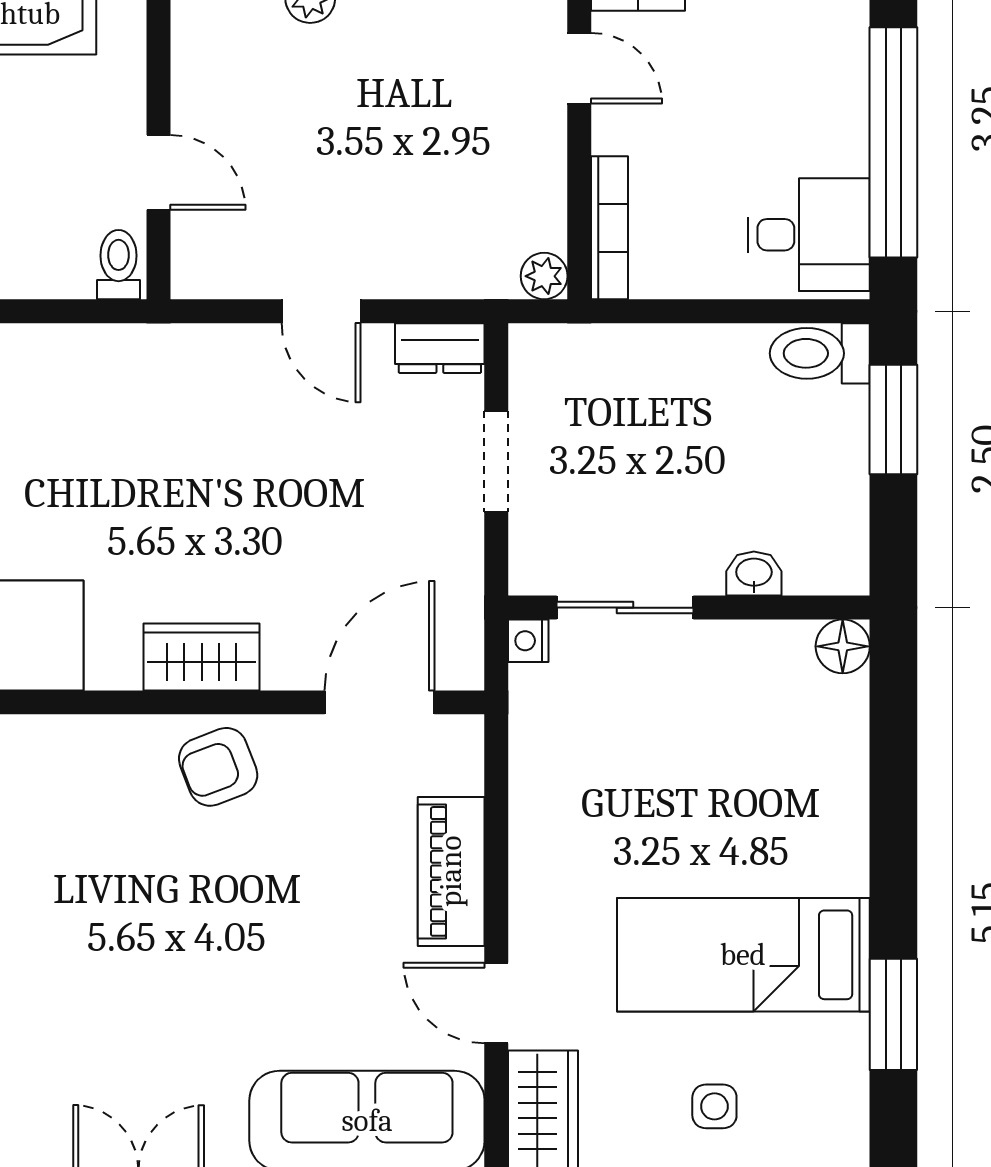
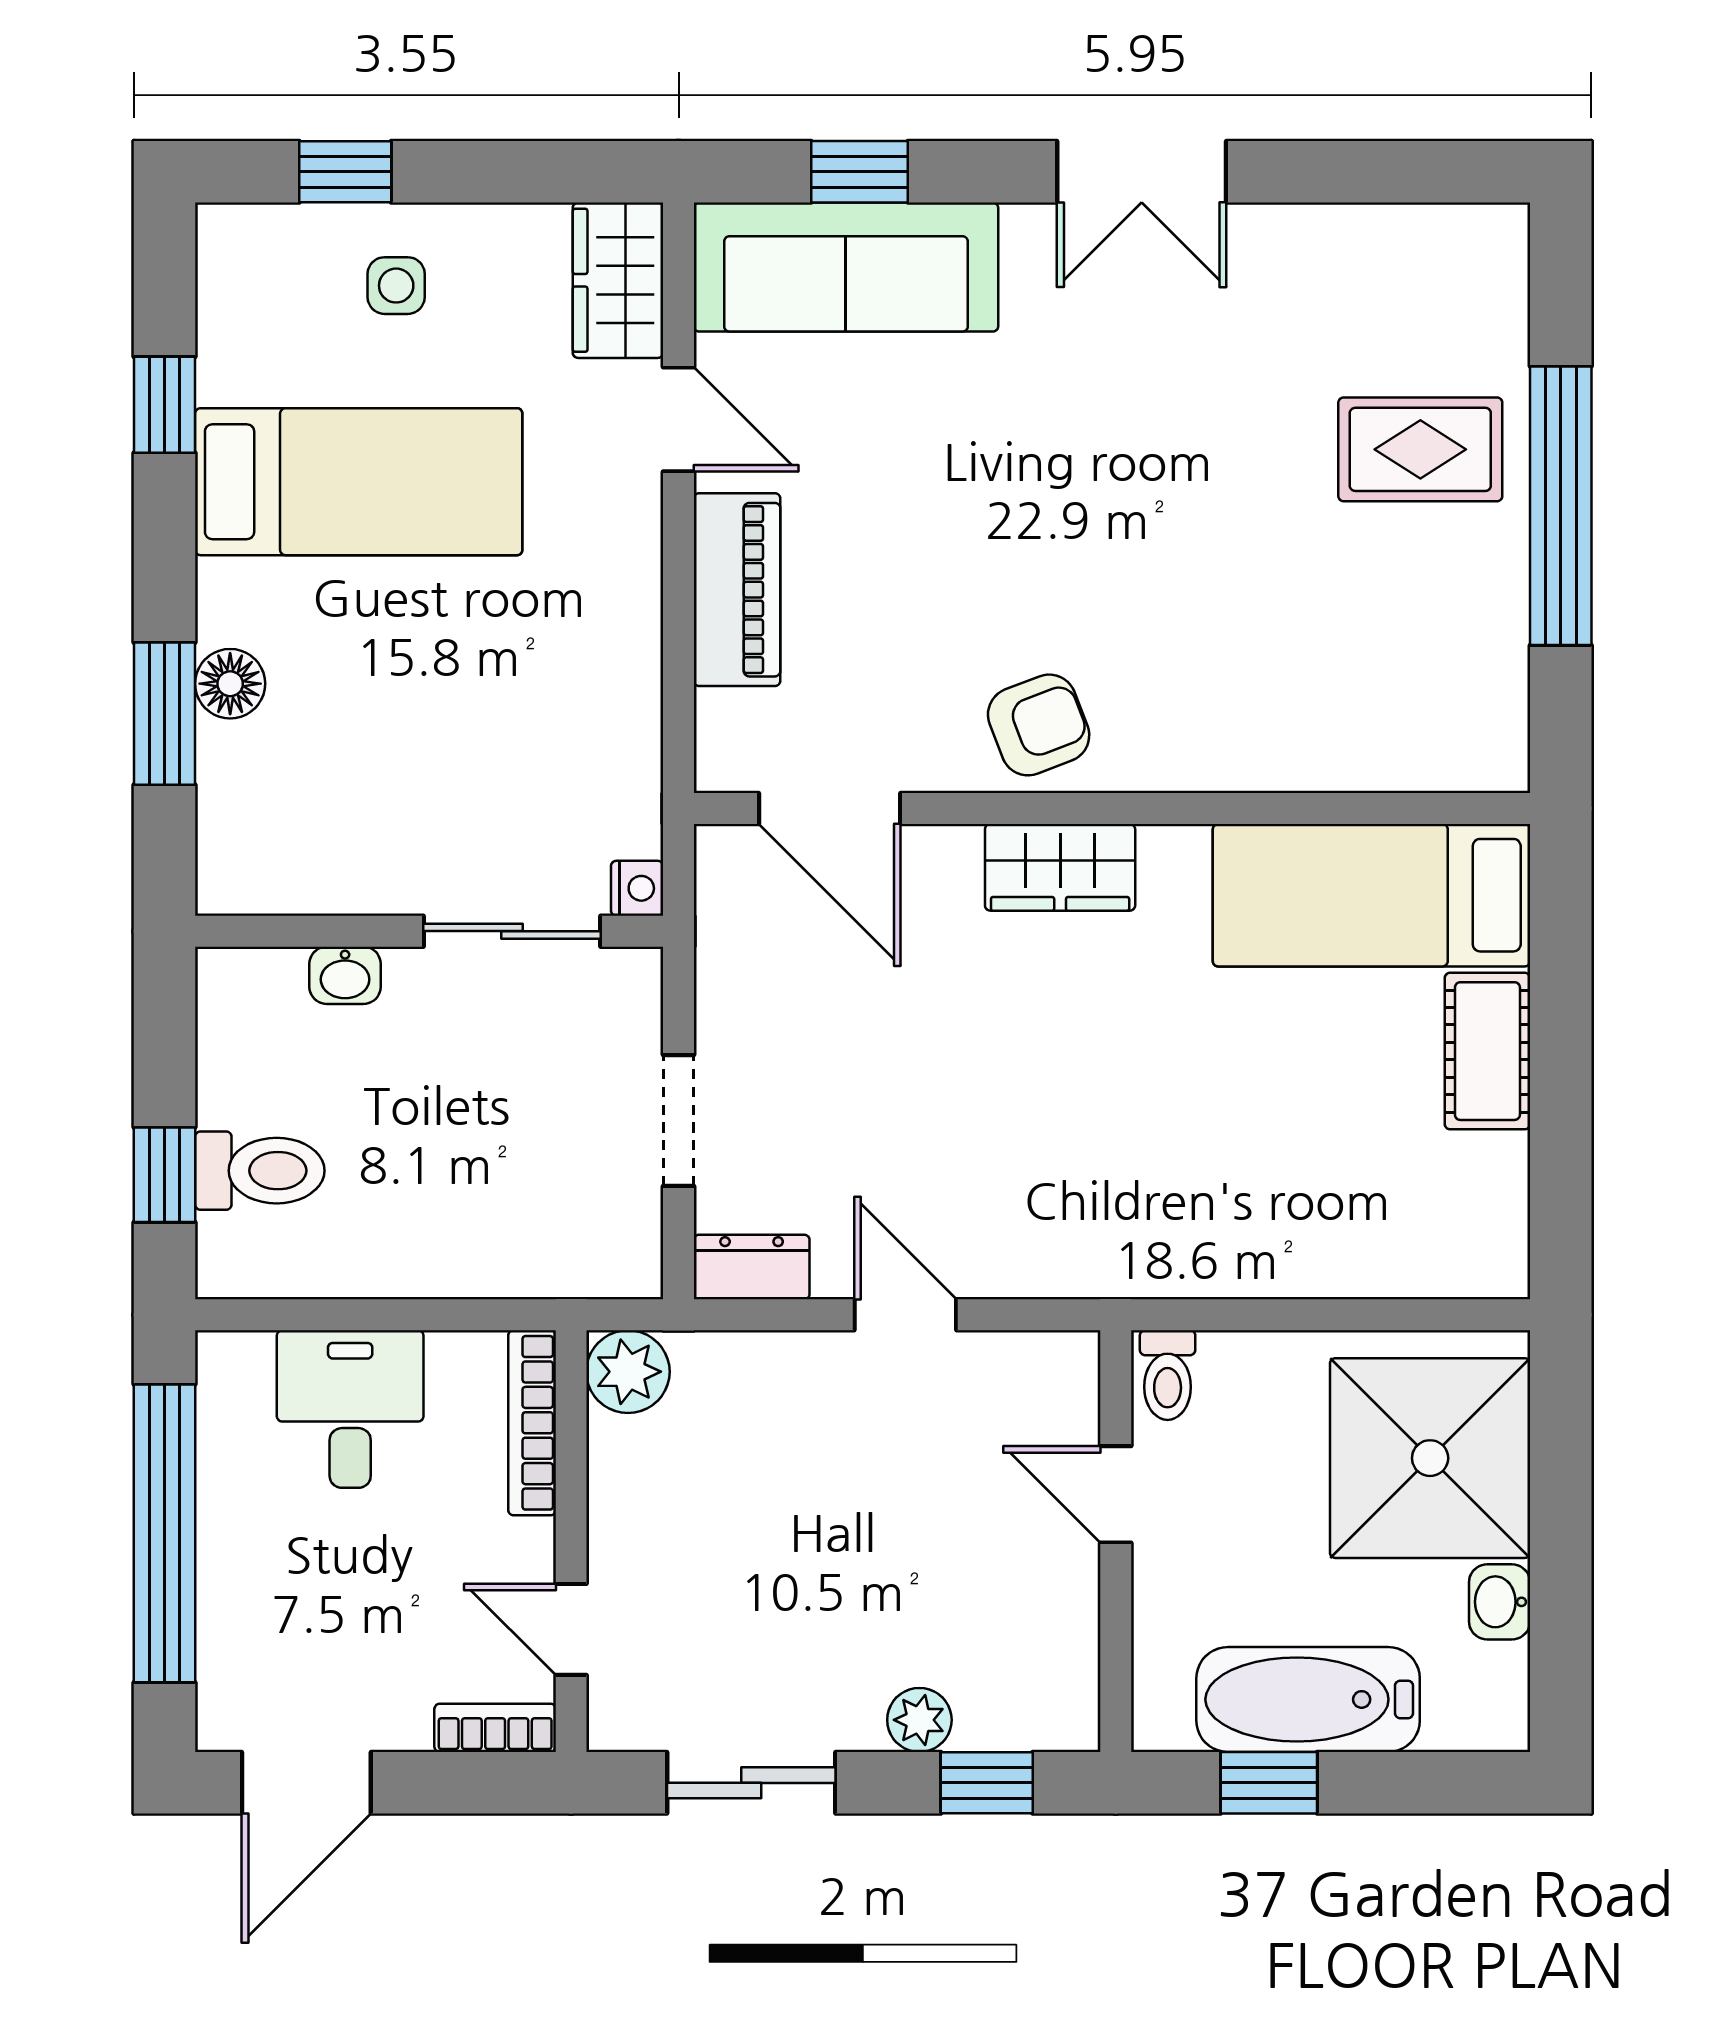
desk: (809, 235) -> (350, 1409), moved, turned 90
plant: (544, 276) -> (628, 1372), width x1.38, depth x1.38
toilet: (820, 353) -> (260, 1171), moved
window: (893, 419) -> (165, 1175), width x0.67
floor lamp: (843, 646) -> (230, 684), moved
door: (380, 702) -> (830, 809), hinge flipped
window: (893, 776) -> (165, 714), added
window: (893, 1014) -> (165, 405), width x0.67

